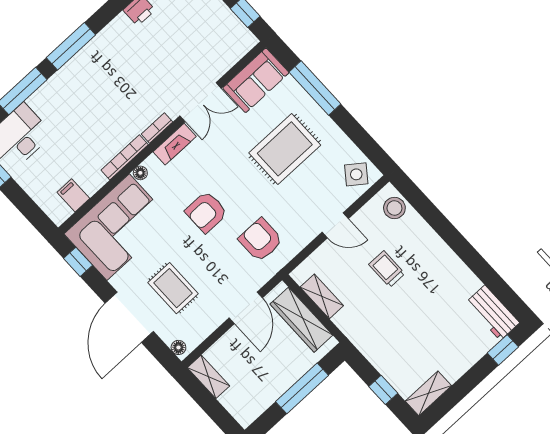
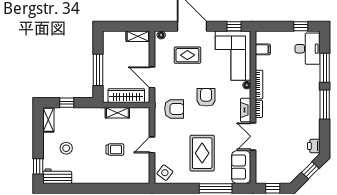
stool: (394, 208) -> (66, 148), moved
shelving: (322, 296) -> (117, 113), moved

